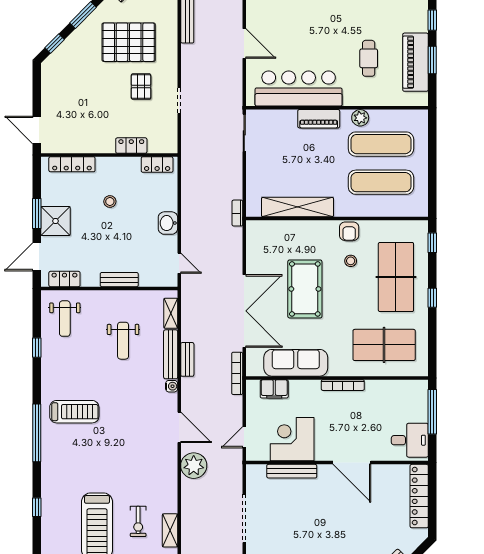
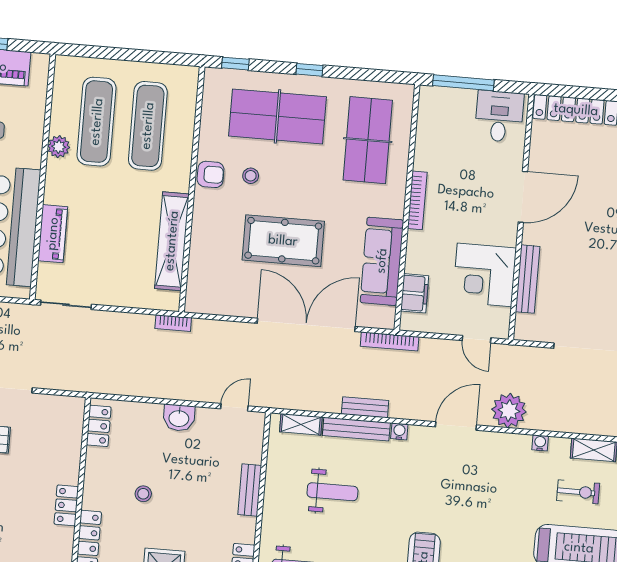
piano: (319, 119) -> (53, 234), moved
locker: (131, 146) -> (66, 505), moved
water cooler: (172, 490) -> (540, 443), added

